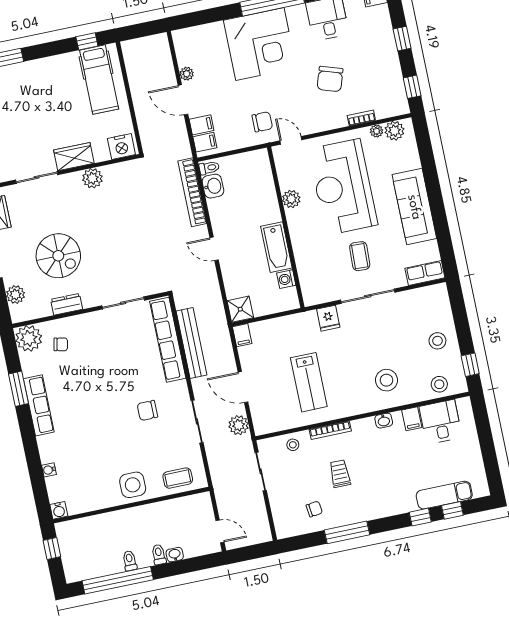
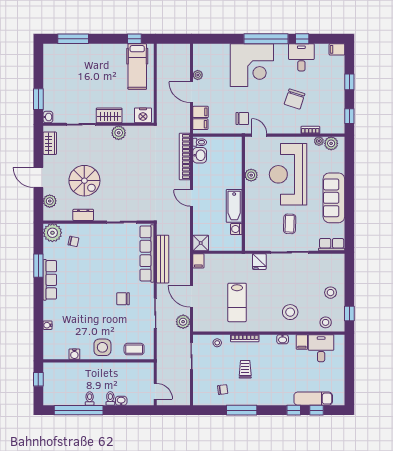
water cooler: (59, 510) -> (74, 354), moved

